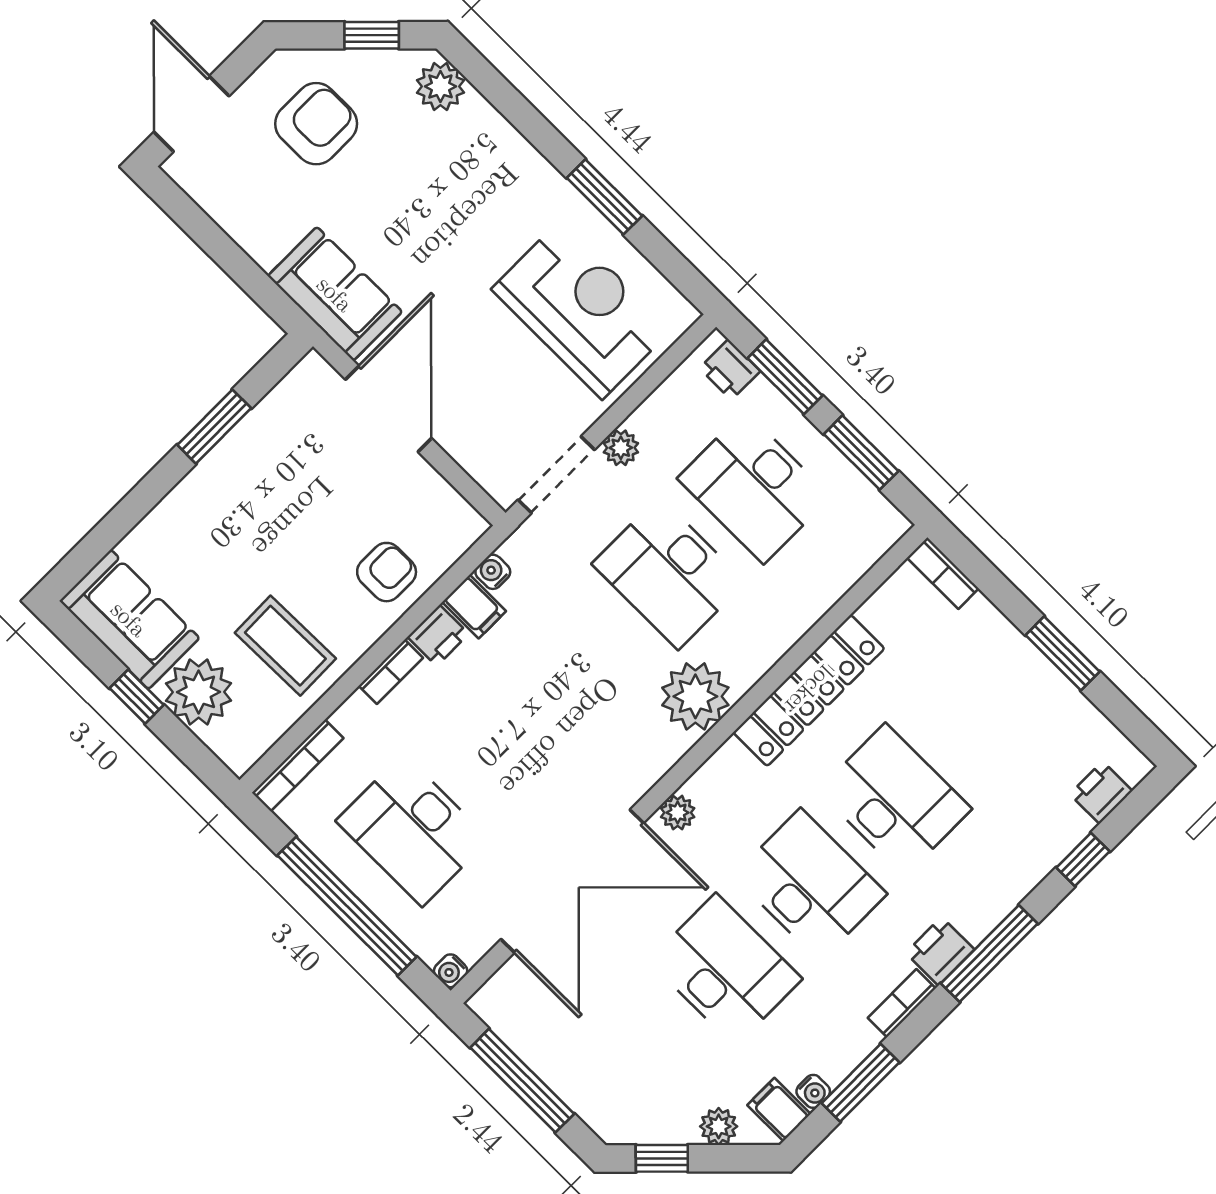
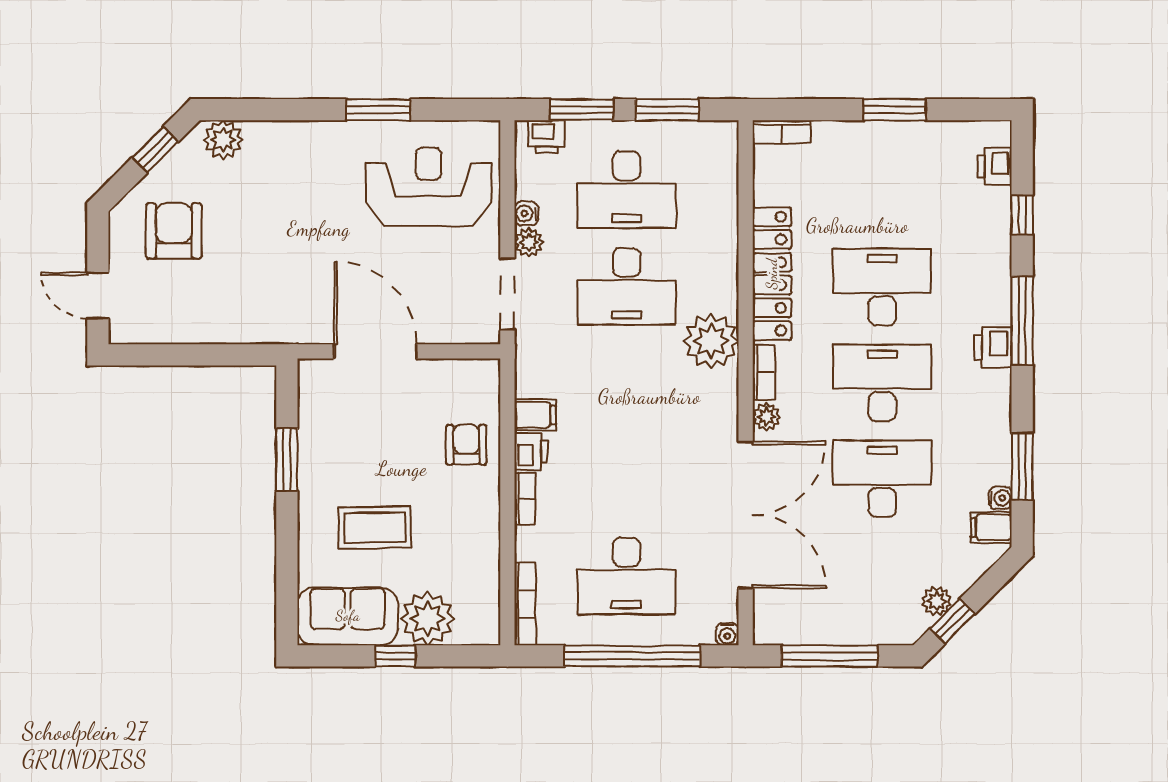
door: (191, 114) -> (98, 296), width x0.73
sofa: (335, 294) -> (280, 316), removed
water cooler: (493, 572) -> (526, 213), moved
coffee table: (285, 646) -> (375, 527), moved
bookcase: (902, 1003) -> (764, 372), moved, turned 180
plant: (719, 1126) -> (937, 601), moved

